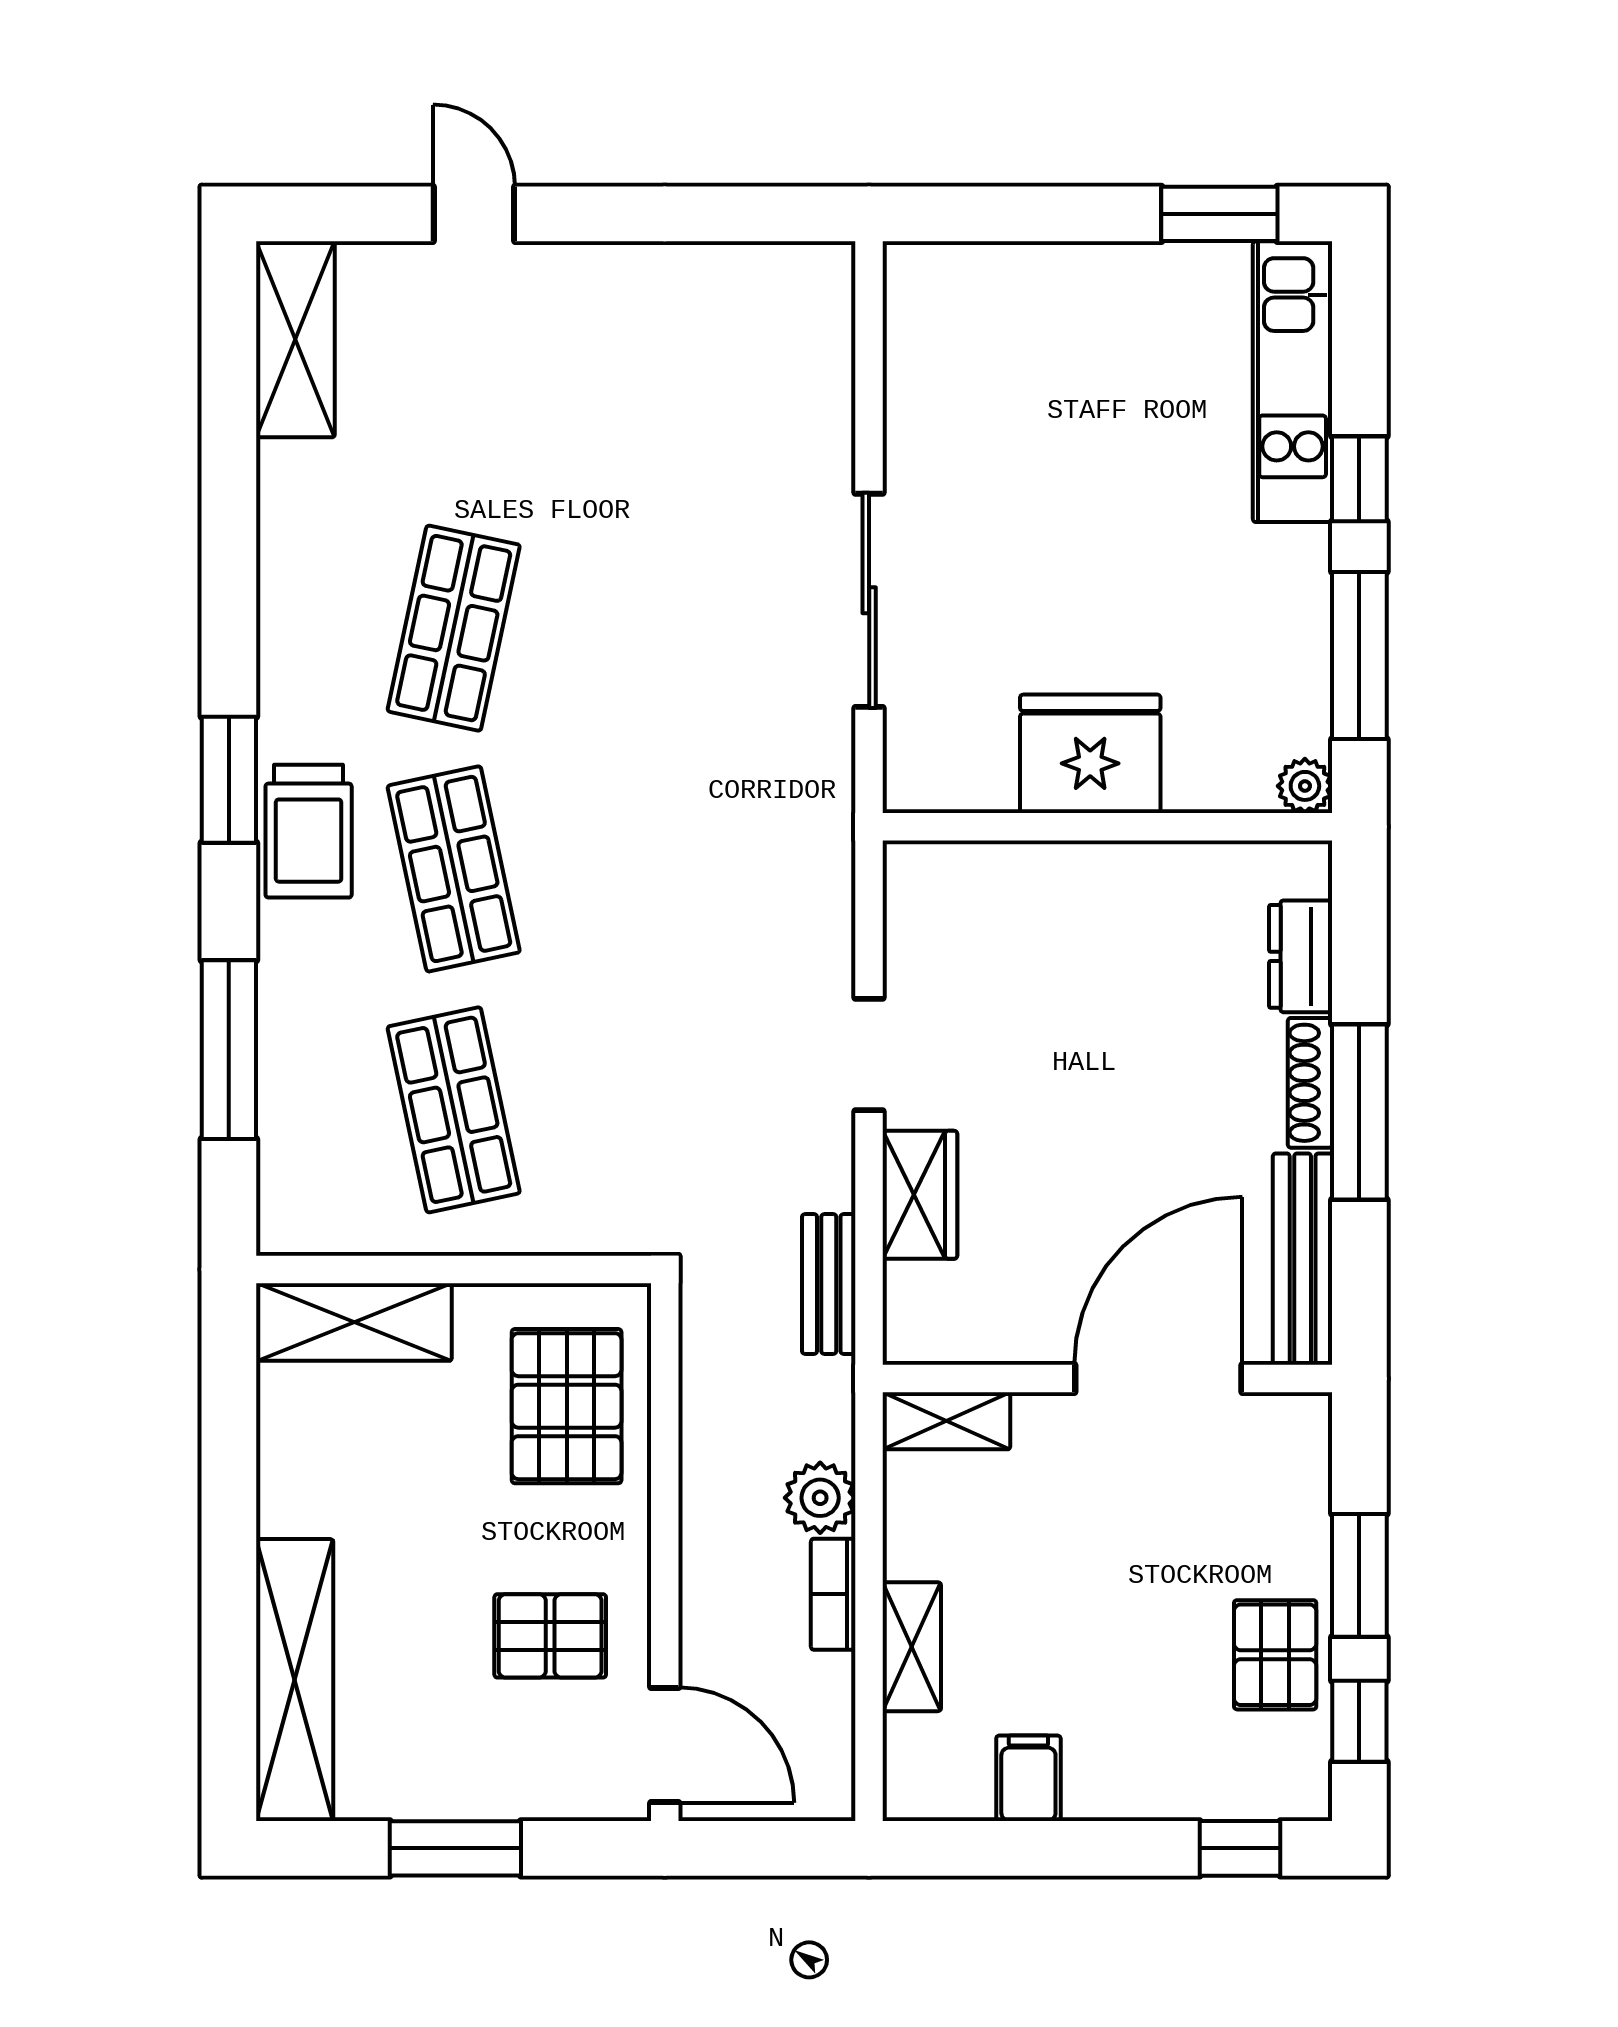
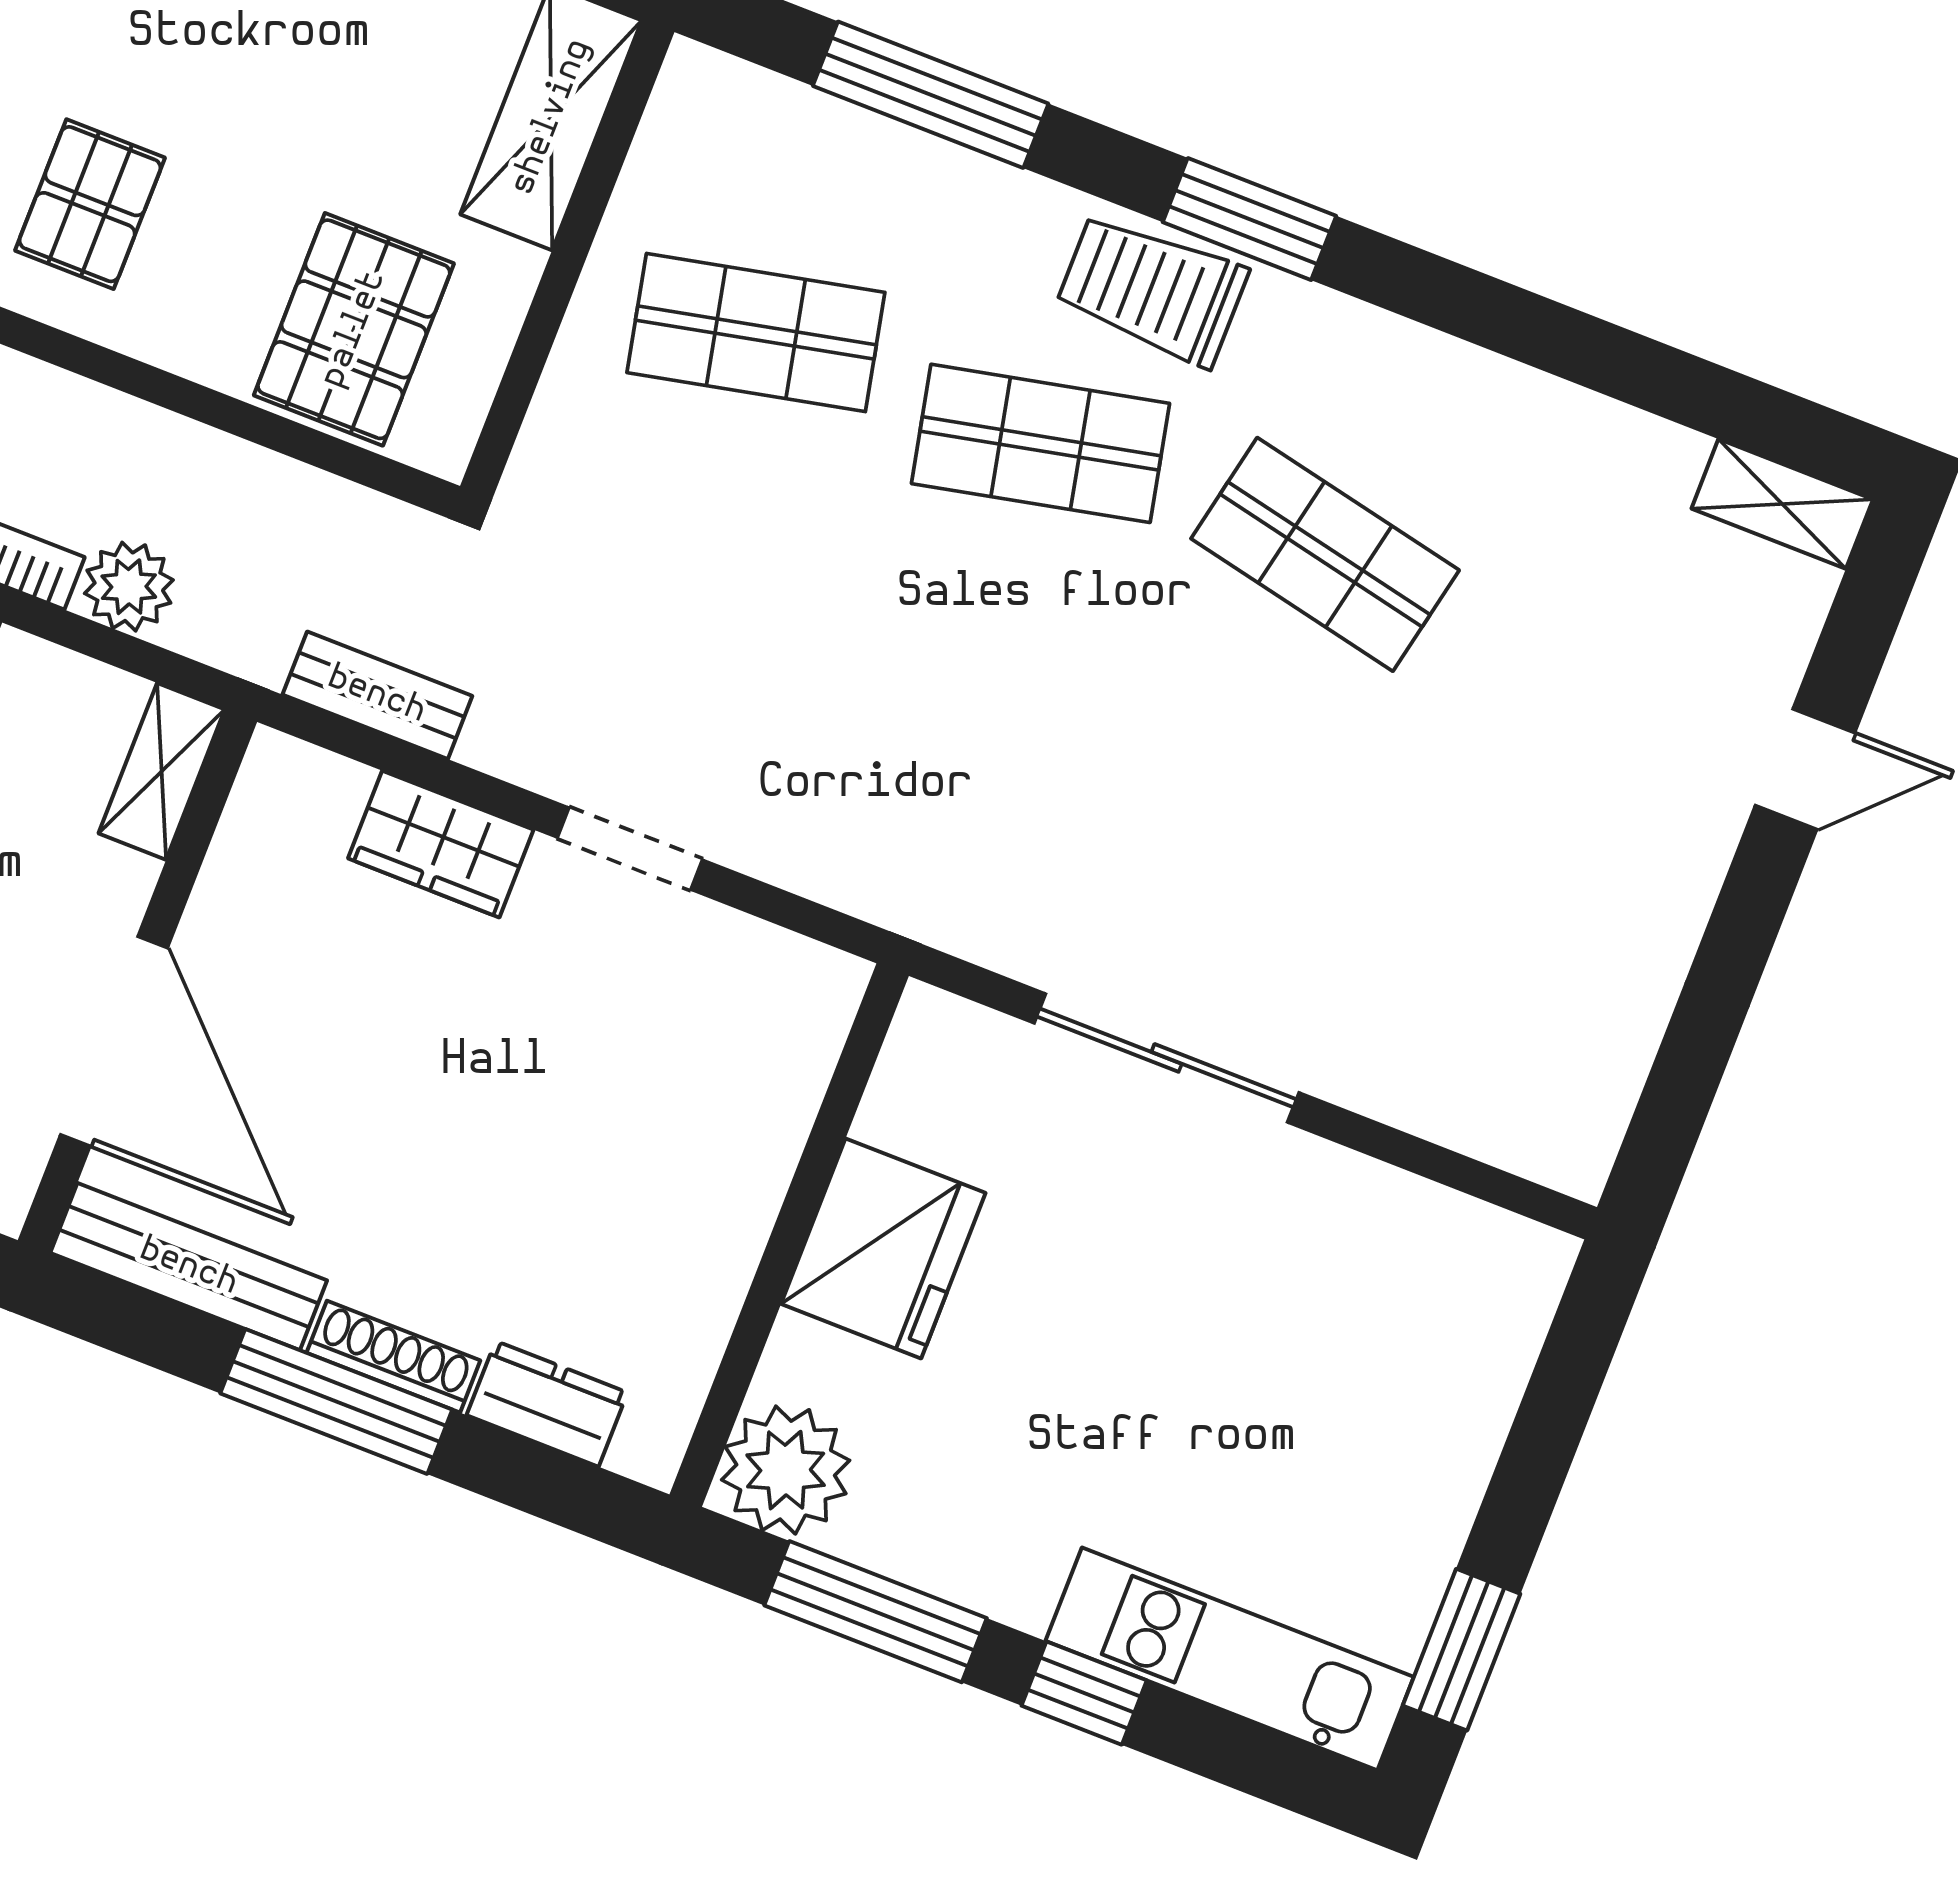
shelving: (295, 339) -> (1782, 504), width x0.67, depth x0.75
plant: (1305, 786) -> (786, 1470), width x1.88, depth x1.88
pallet: (567, 1406) -> (354, 329), turned 90

